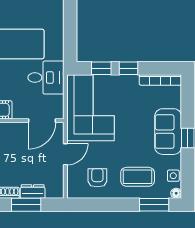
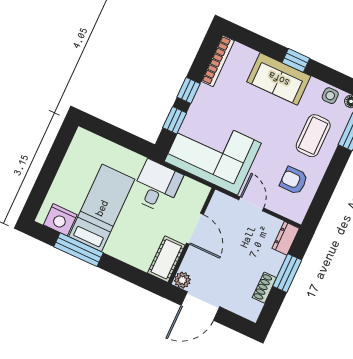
door: (42, 121) -> (195, 229), moved
dresser: (33, 192) -> (286, 238), moved

